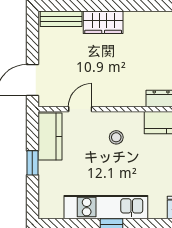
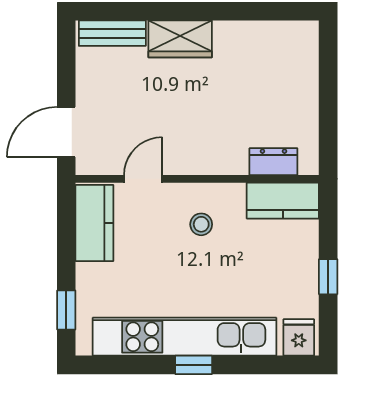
window: (32, 163) -> (66, 310), moved
kitchen unit: (106, 207) -> (185, 337), width x1.36

